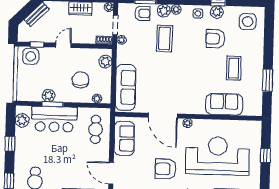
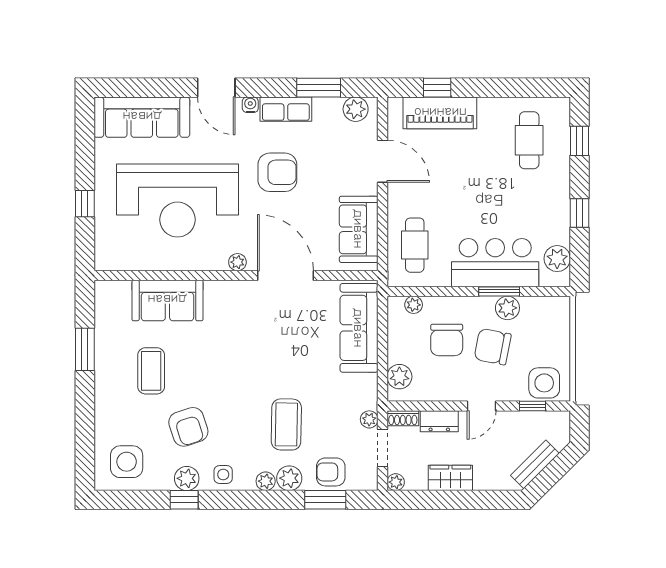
dresser: (85, 38) -> (439, 421), added
armchair: (215, 39) -> (188, 427), turned 72
chair: (57, 76) -> (493, 347), added

